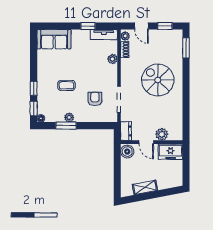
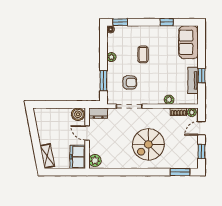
tv unit: (104, 35) -> (193, 80), moved
spiral stairs: (158, 80) -> (148, 144), turned 180
window: (34, 88) -> (167, 22), moved
window: (66, 126) -> (103, 81), moved
plant: (162, 134) -> (95, 160), moved
door: (146, 142) -> (87, 133), hinge flipped
shelving: (145, 187) -> (47, 156), moved

